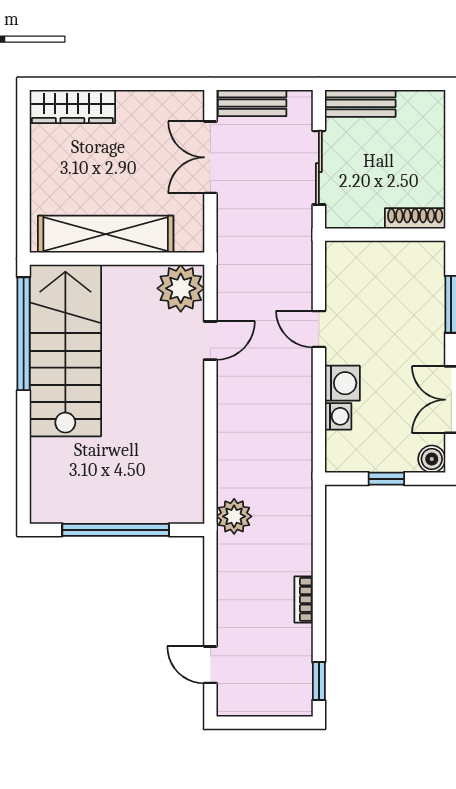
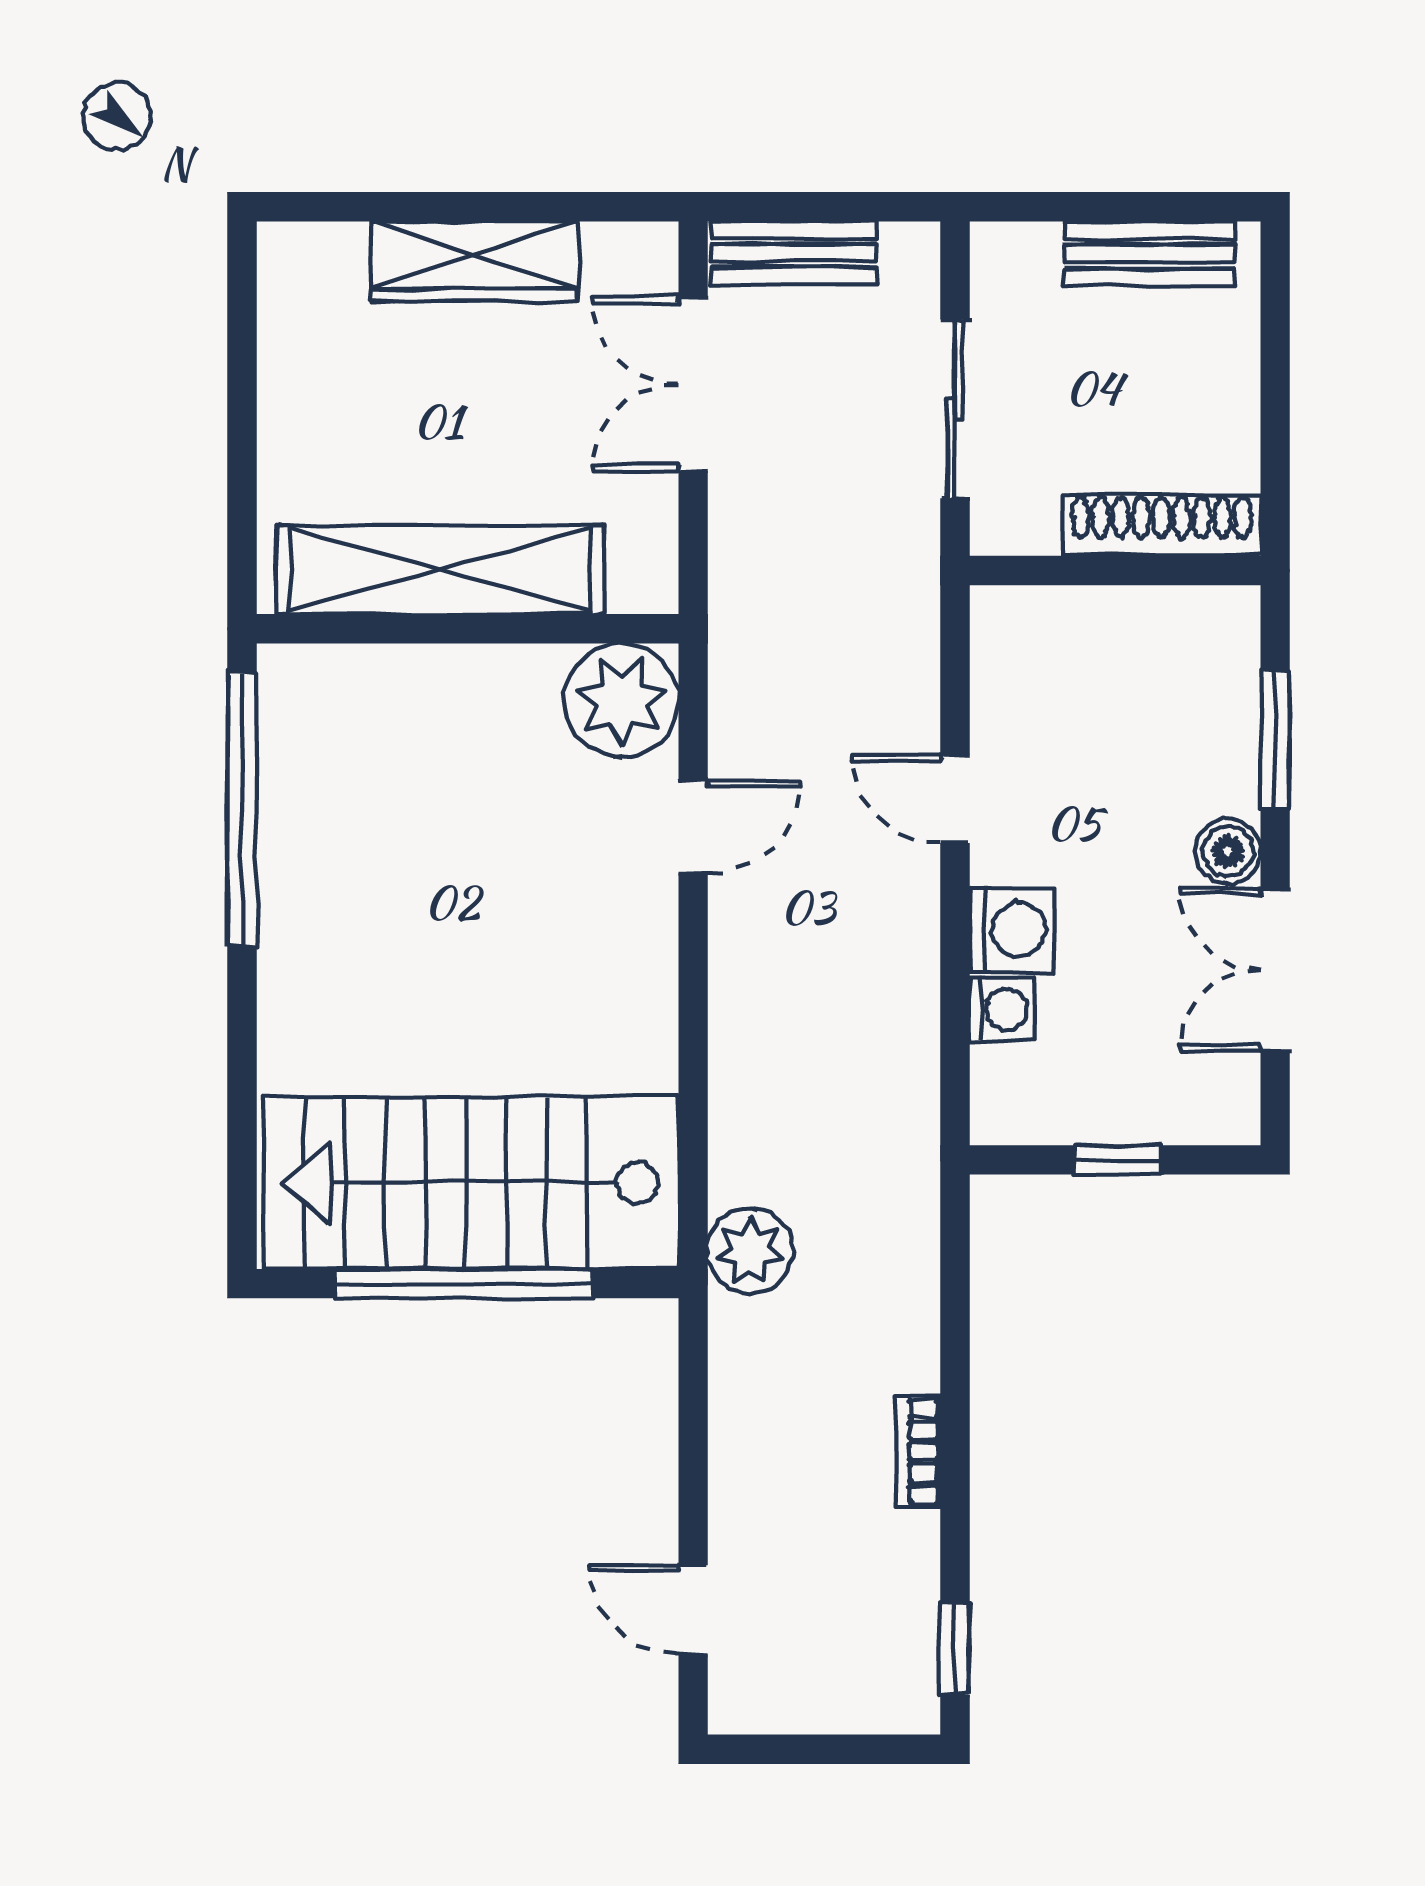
bench: (360, 103) -> (1149, 254), moved
wardrobe: (72, 106) -> (474, 261), moved
shoe rack: (415, 218) -> (1162, 525), width x1.36, depth x1.24
stairs: (65, 351) -> (471, 1183), moved, turned -90
boiler: (432, 459) -> (1228, 851), moved

